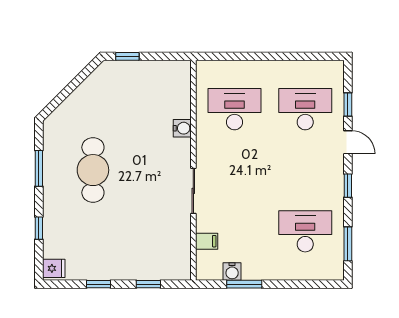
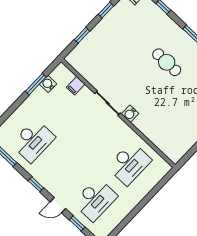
water cooler: (182, 128) -> (130, 114), moved
cafe table: (93, 170) -> (167, 62), width x0.73, depth x0.74

